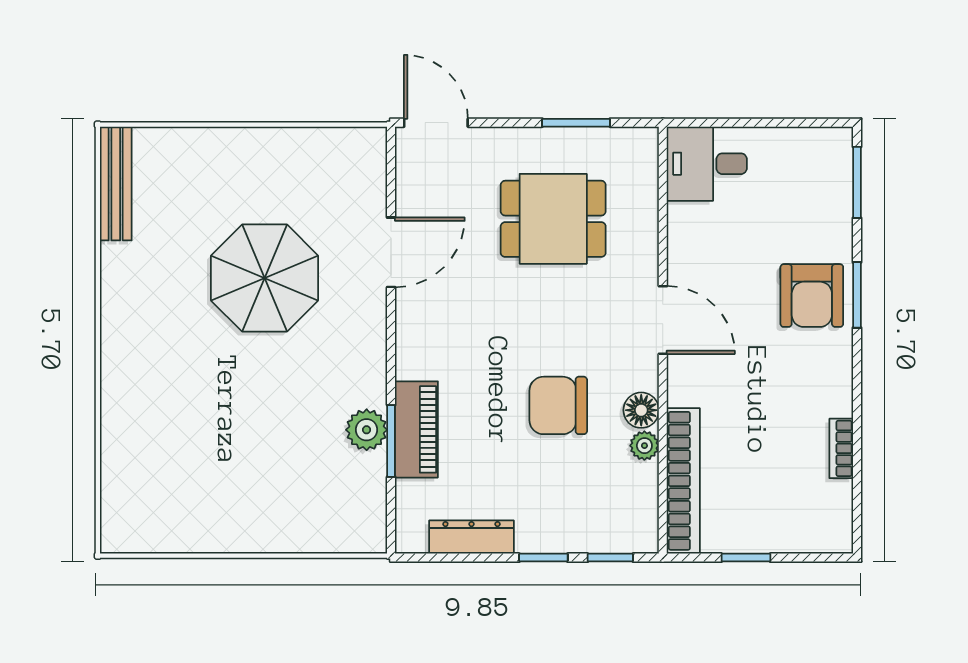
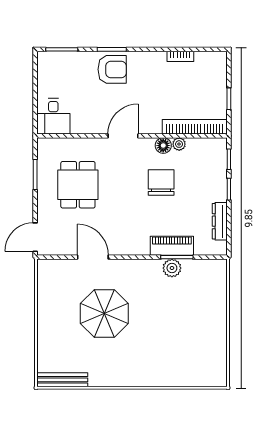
chair: (558, 405) -> (161, 183), turned 180

